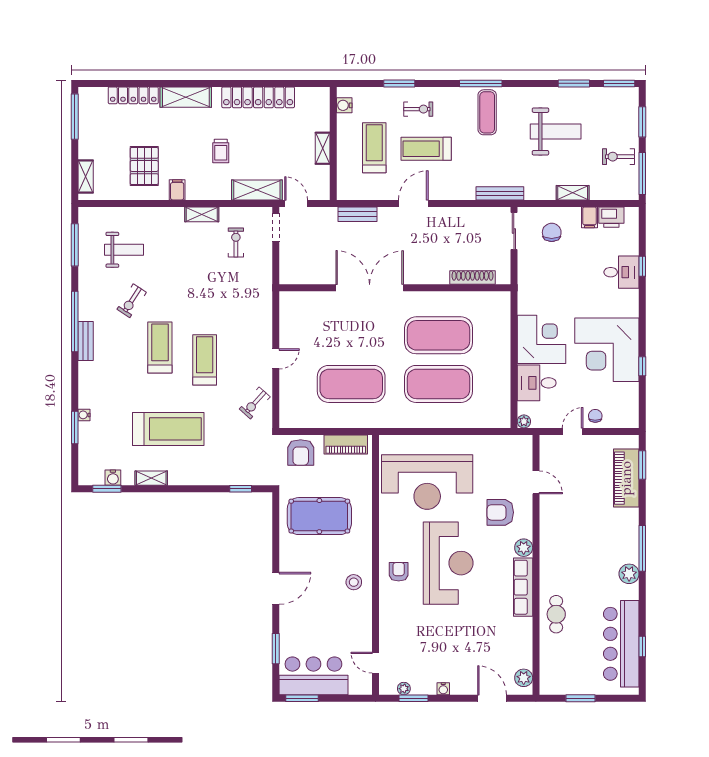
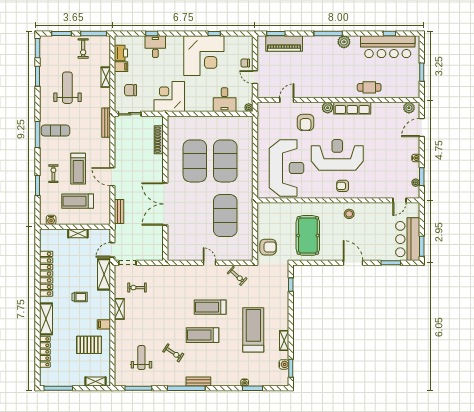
corner desk: (542, 339) -> (169, 97), moved
piano: (346, 444) -> (263, 219), removed

